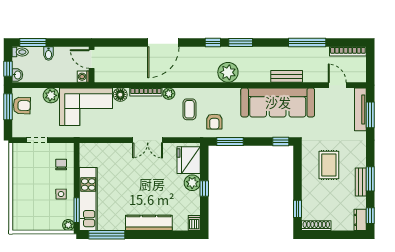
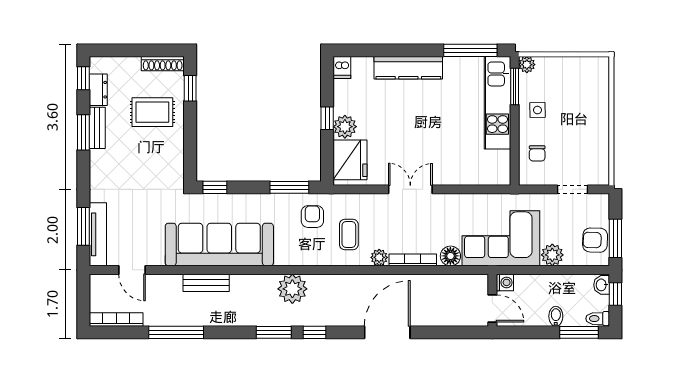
rug: (329, 165) -> (152, 112), moved, turned 90
dresser: (360, 220) -> (98, 90), moved

